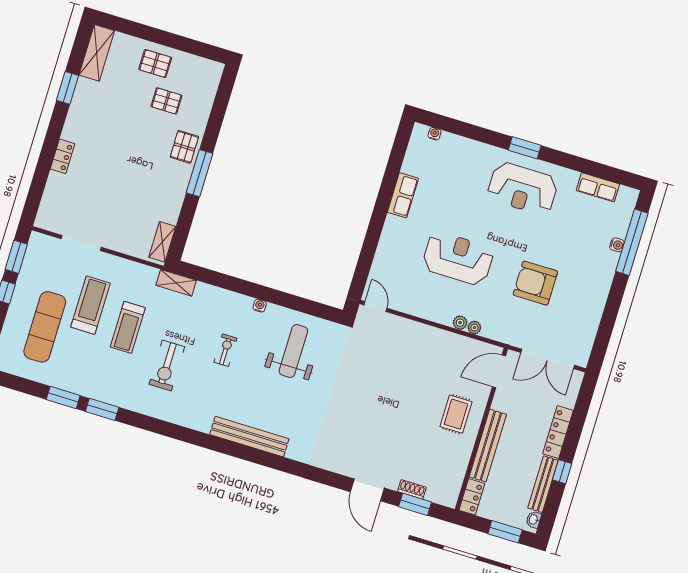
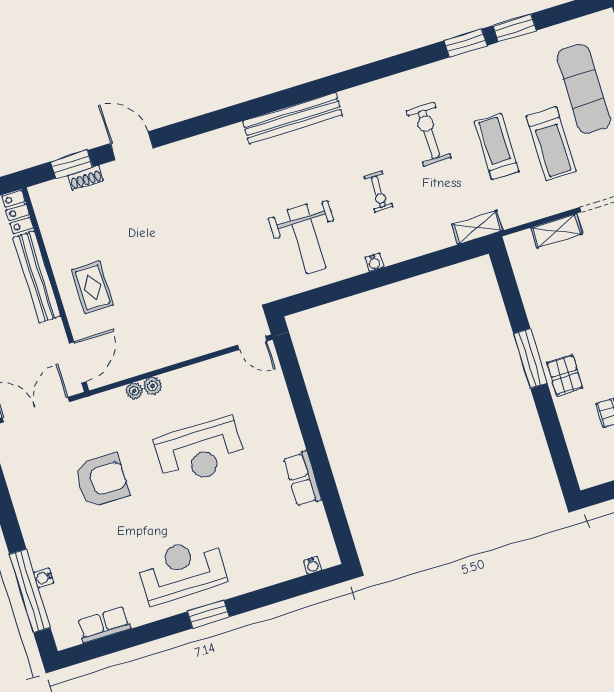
shelving: (162, 242) -> (557, 231), moved, turned 90

